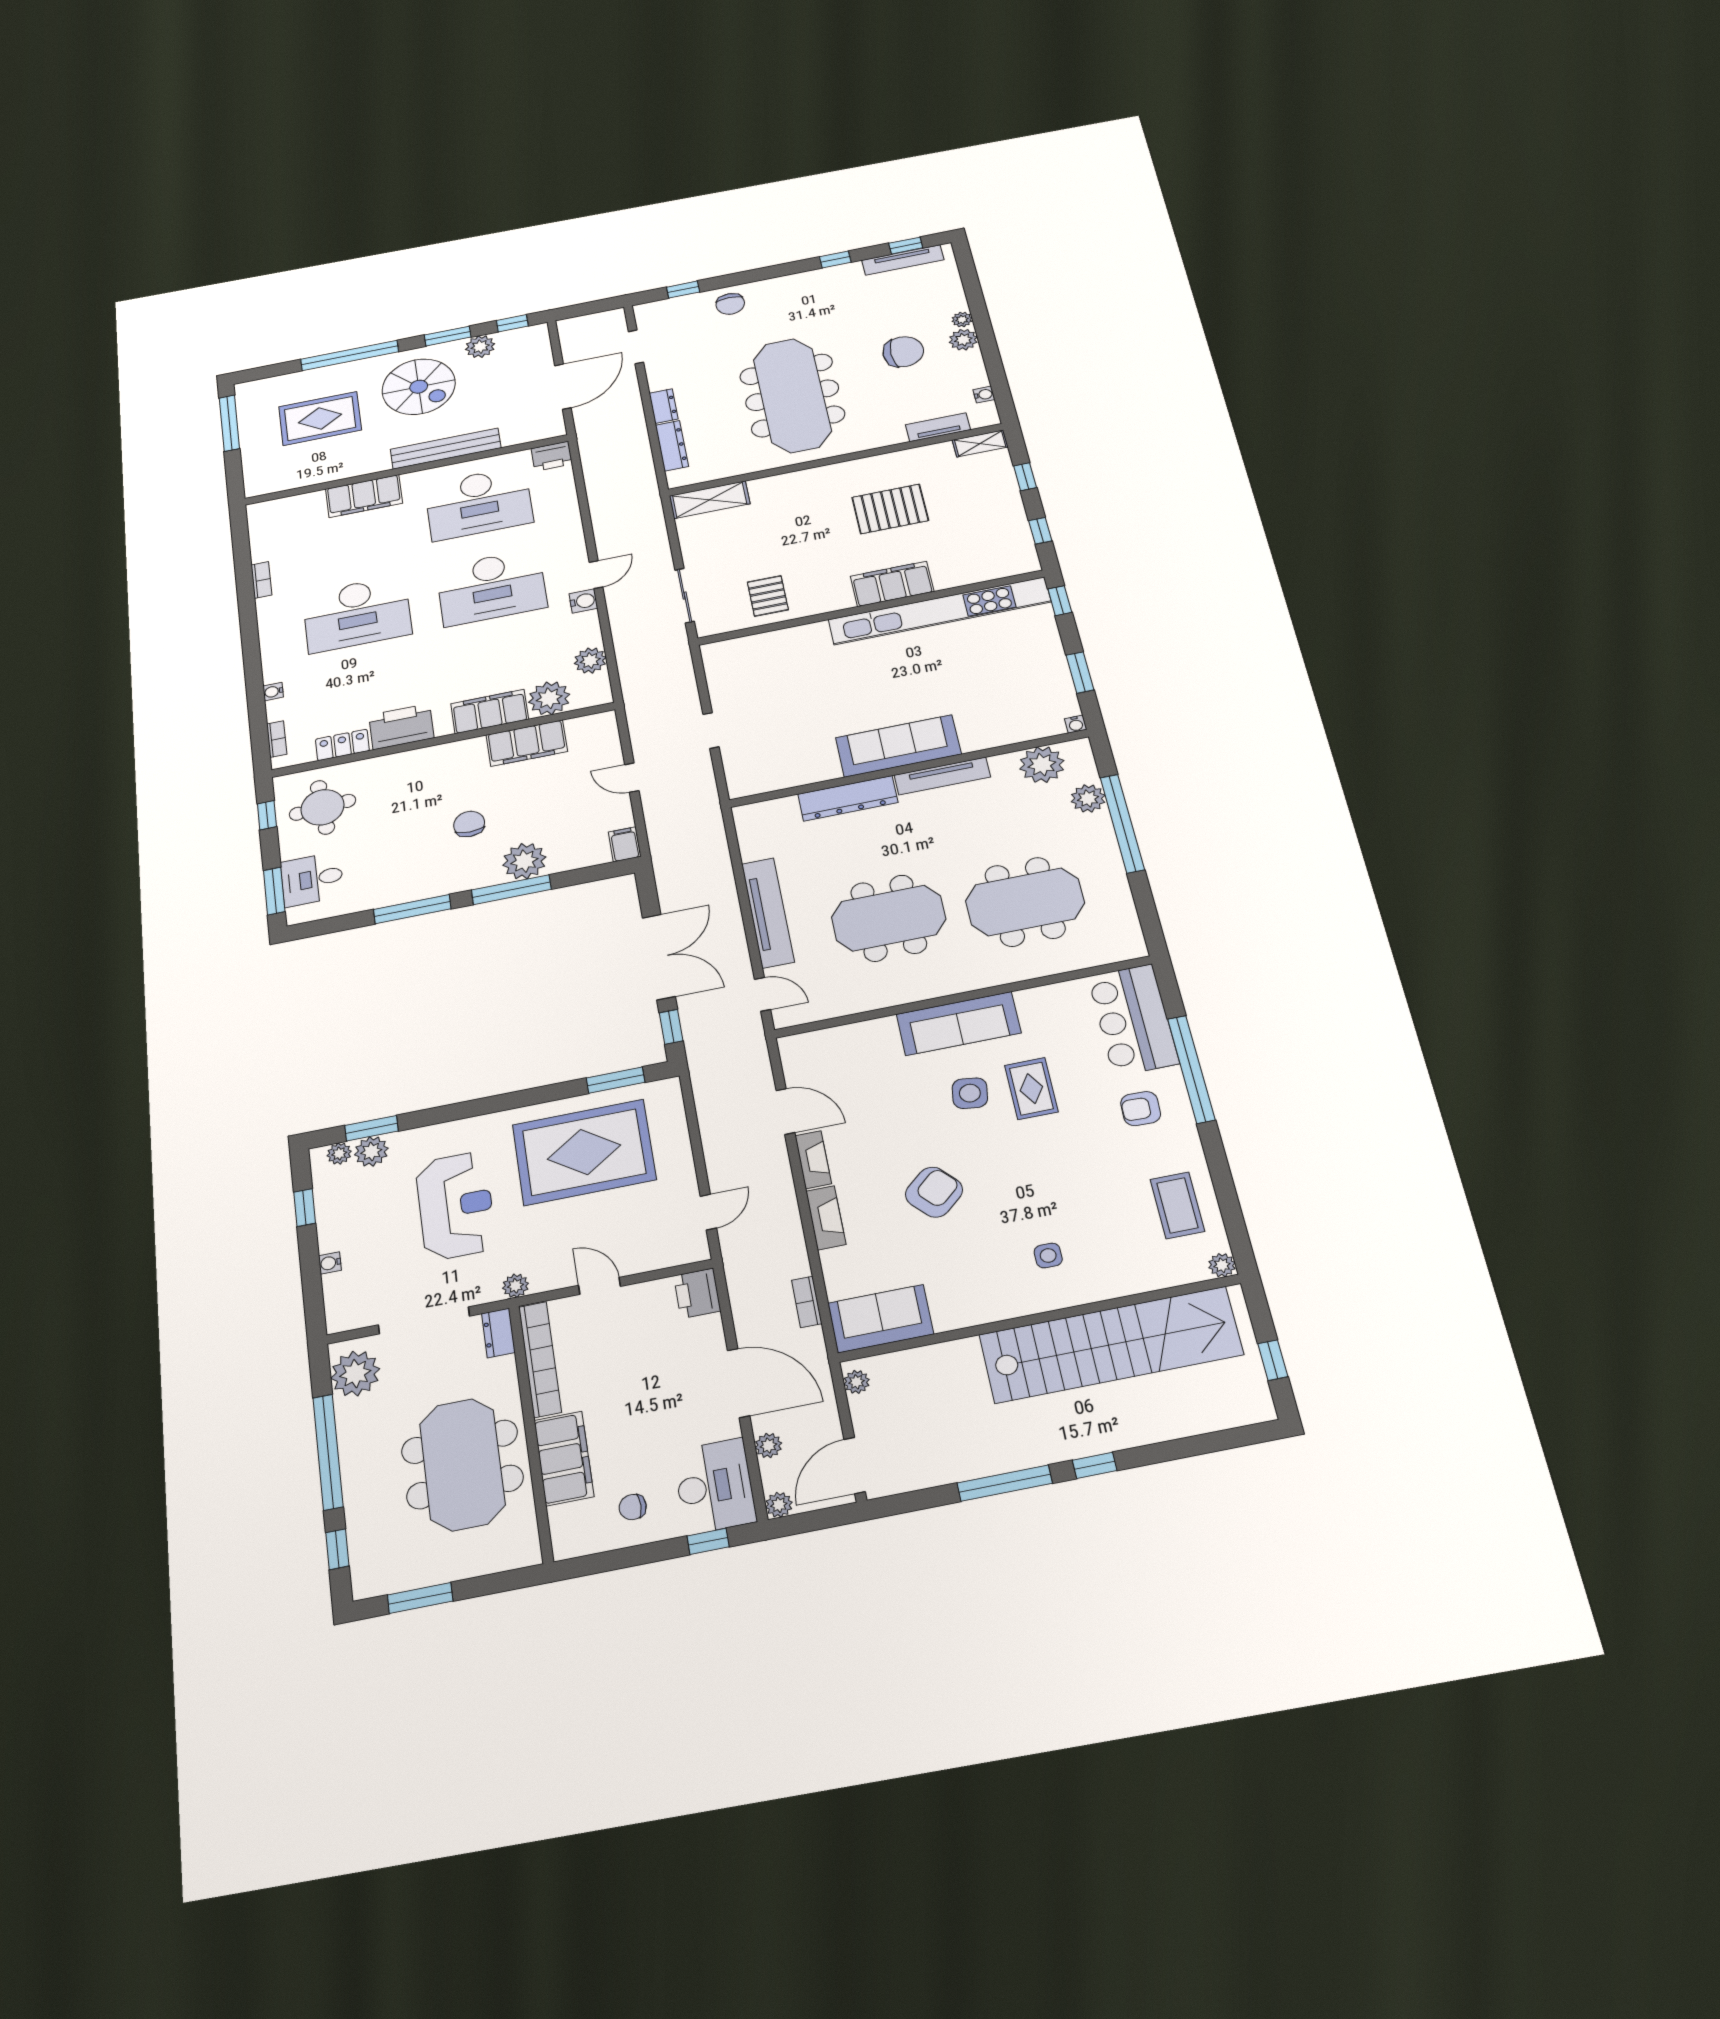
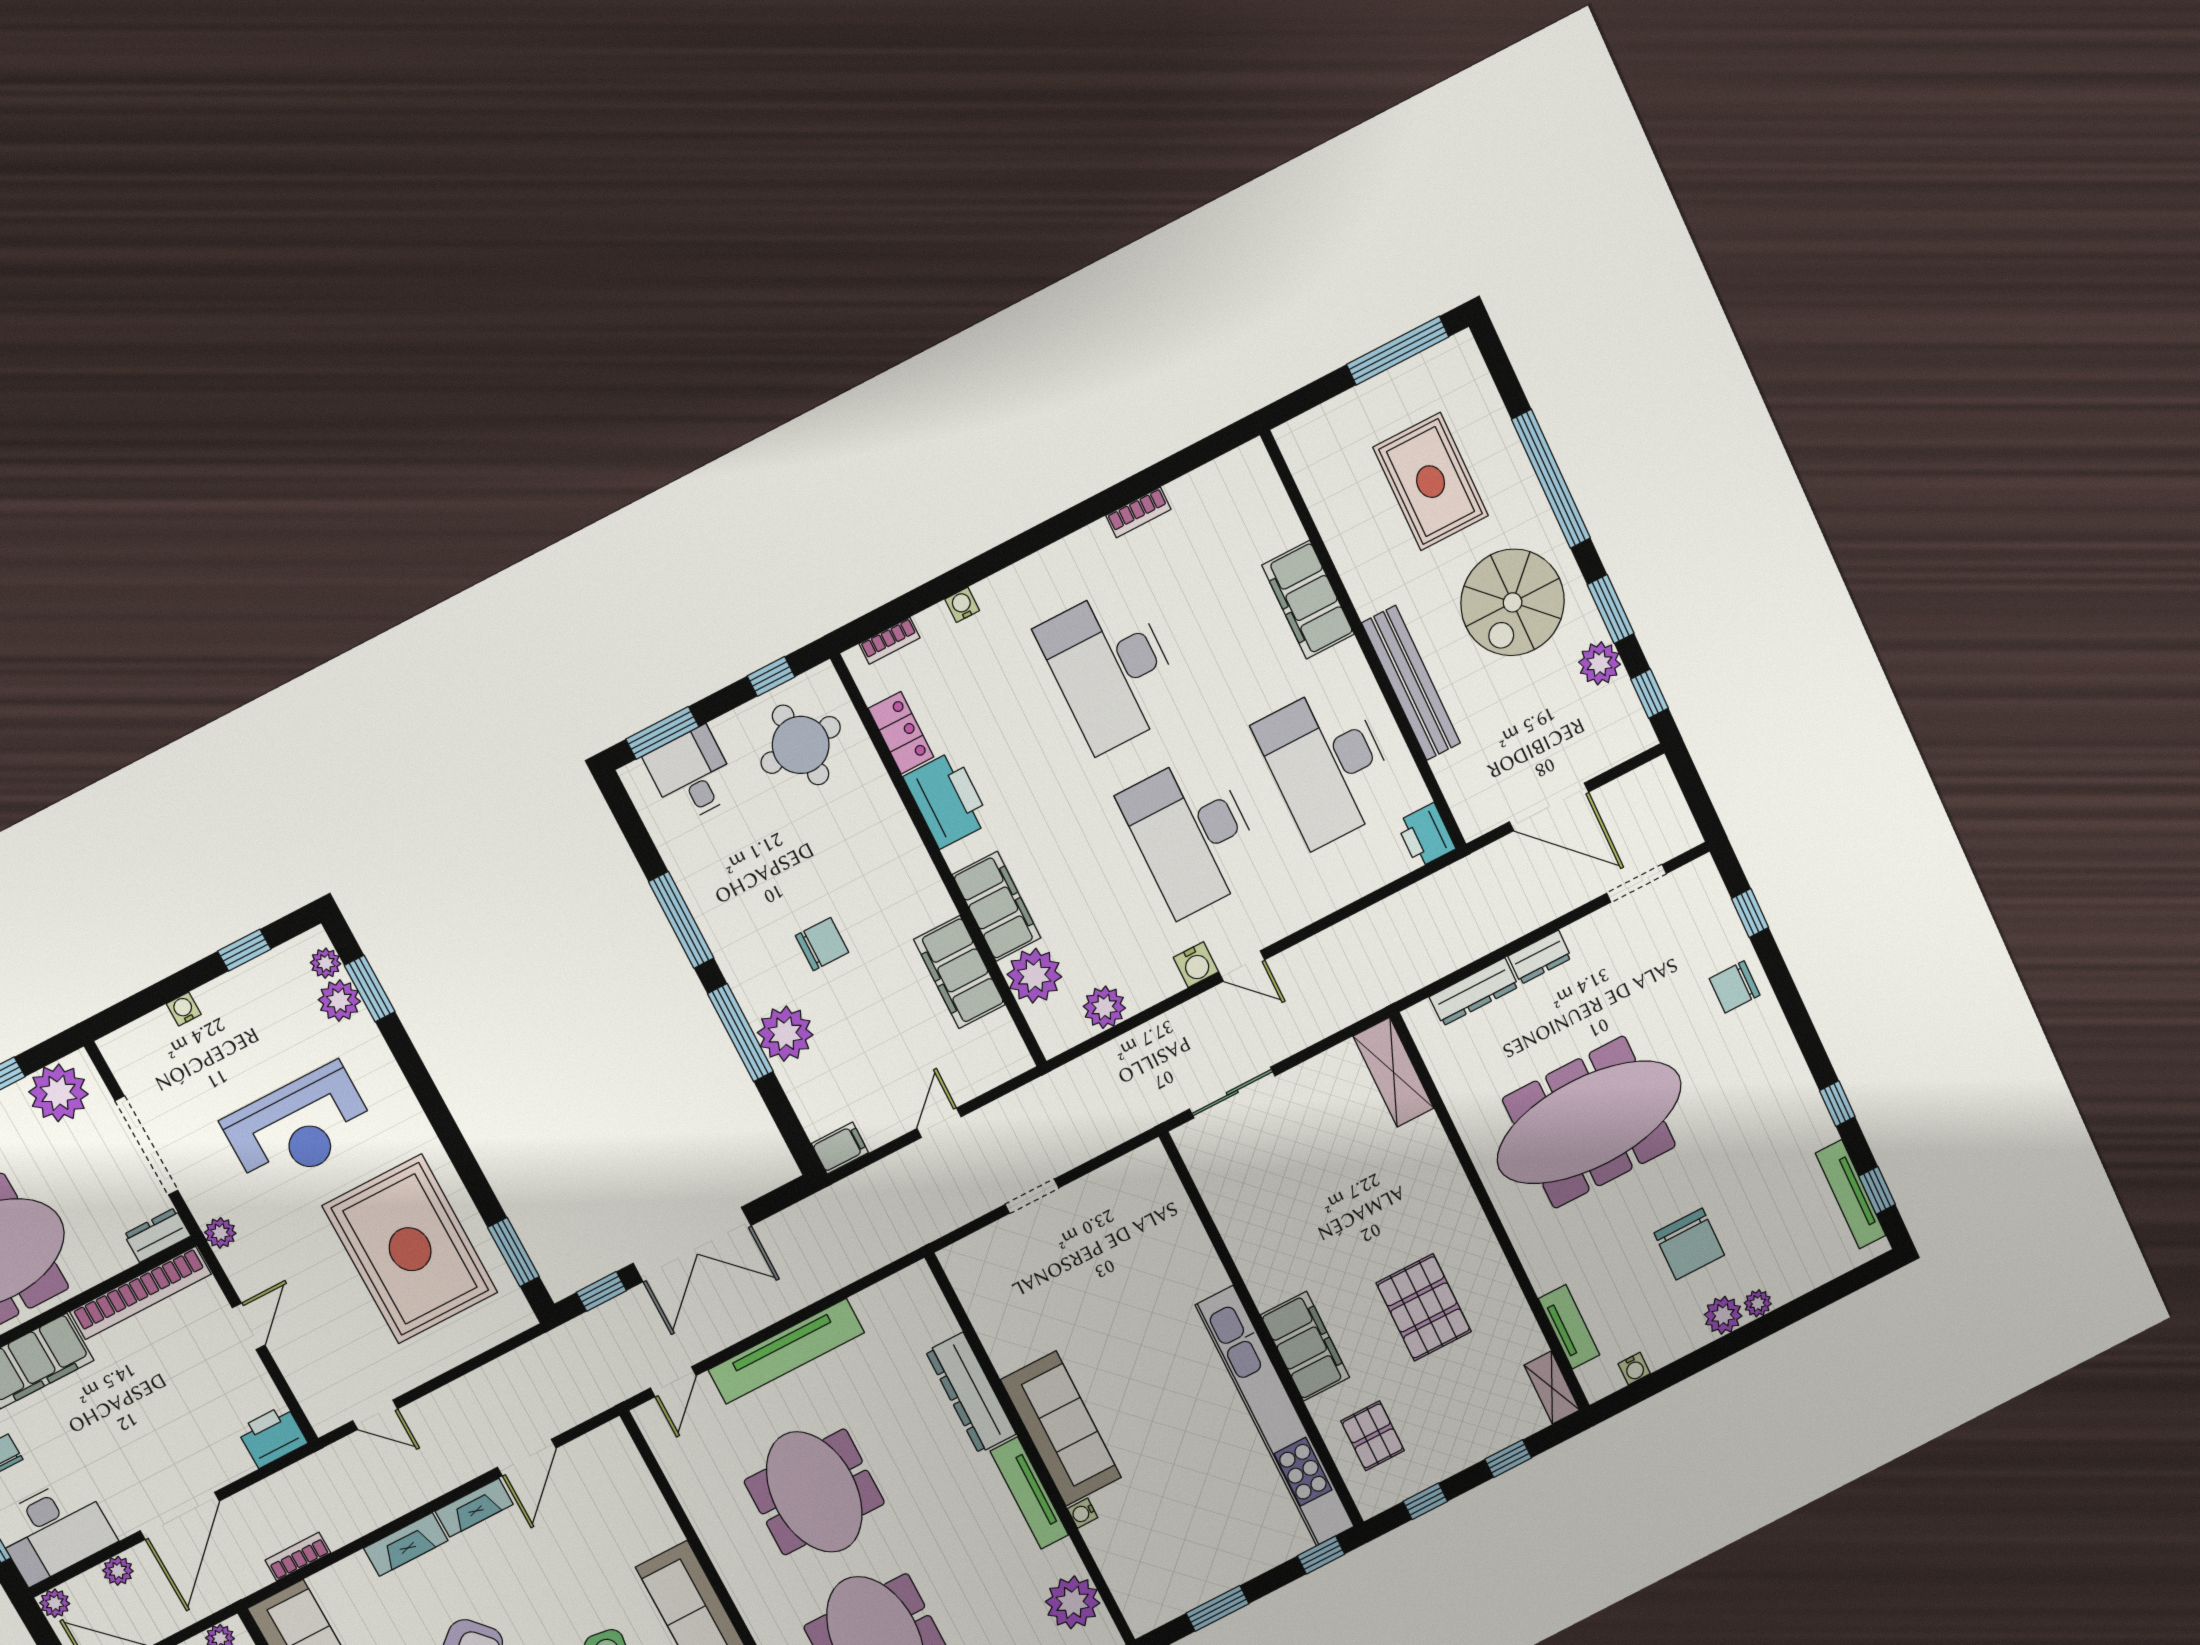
pallet: (768, 596) -> (1373, 1436), moved, turned 90
water cooler: (1076, 724) -> (1083, 1513), moved

